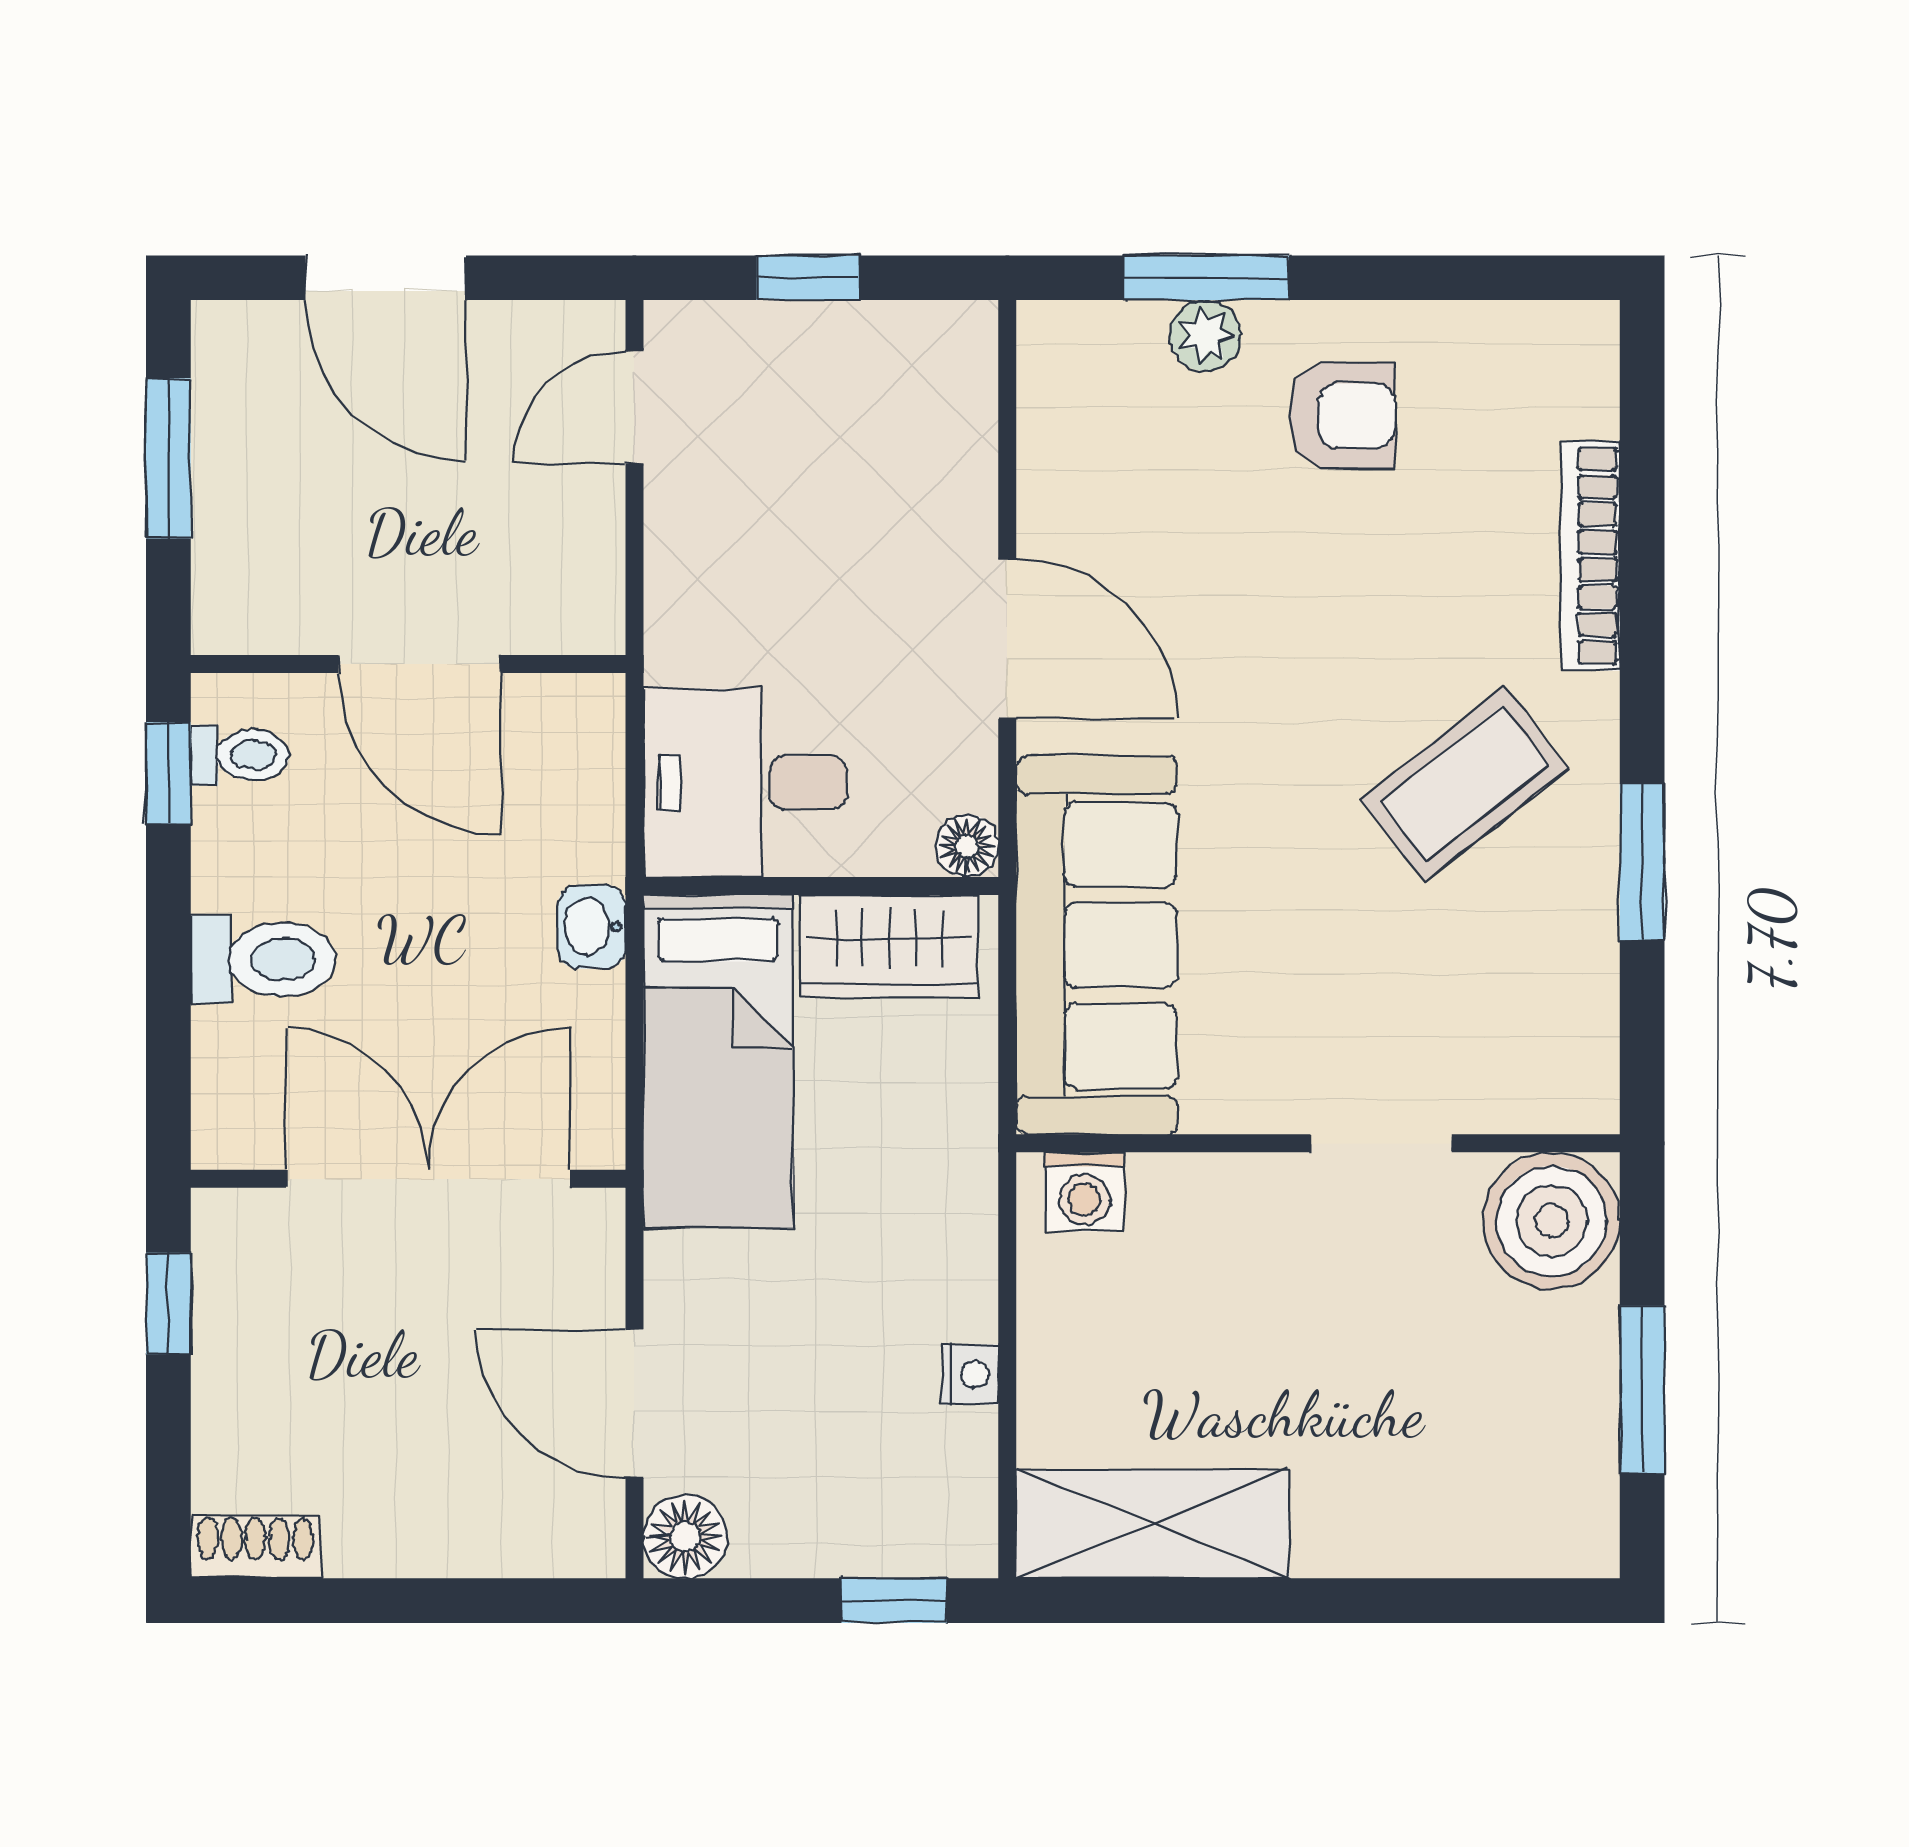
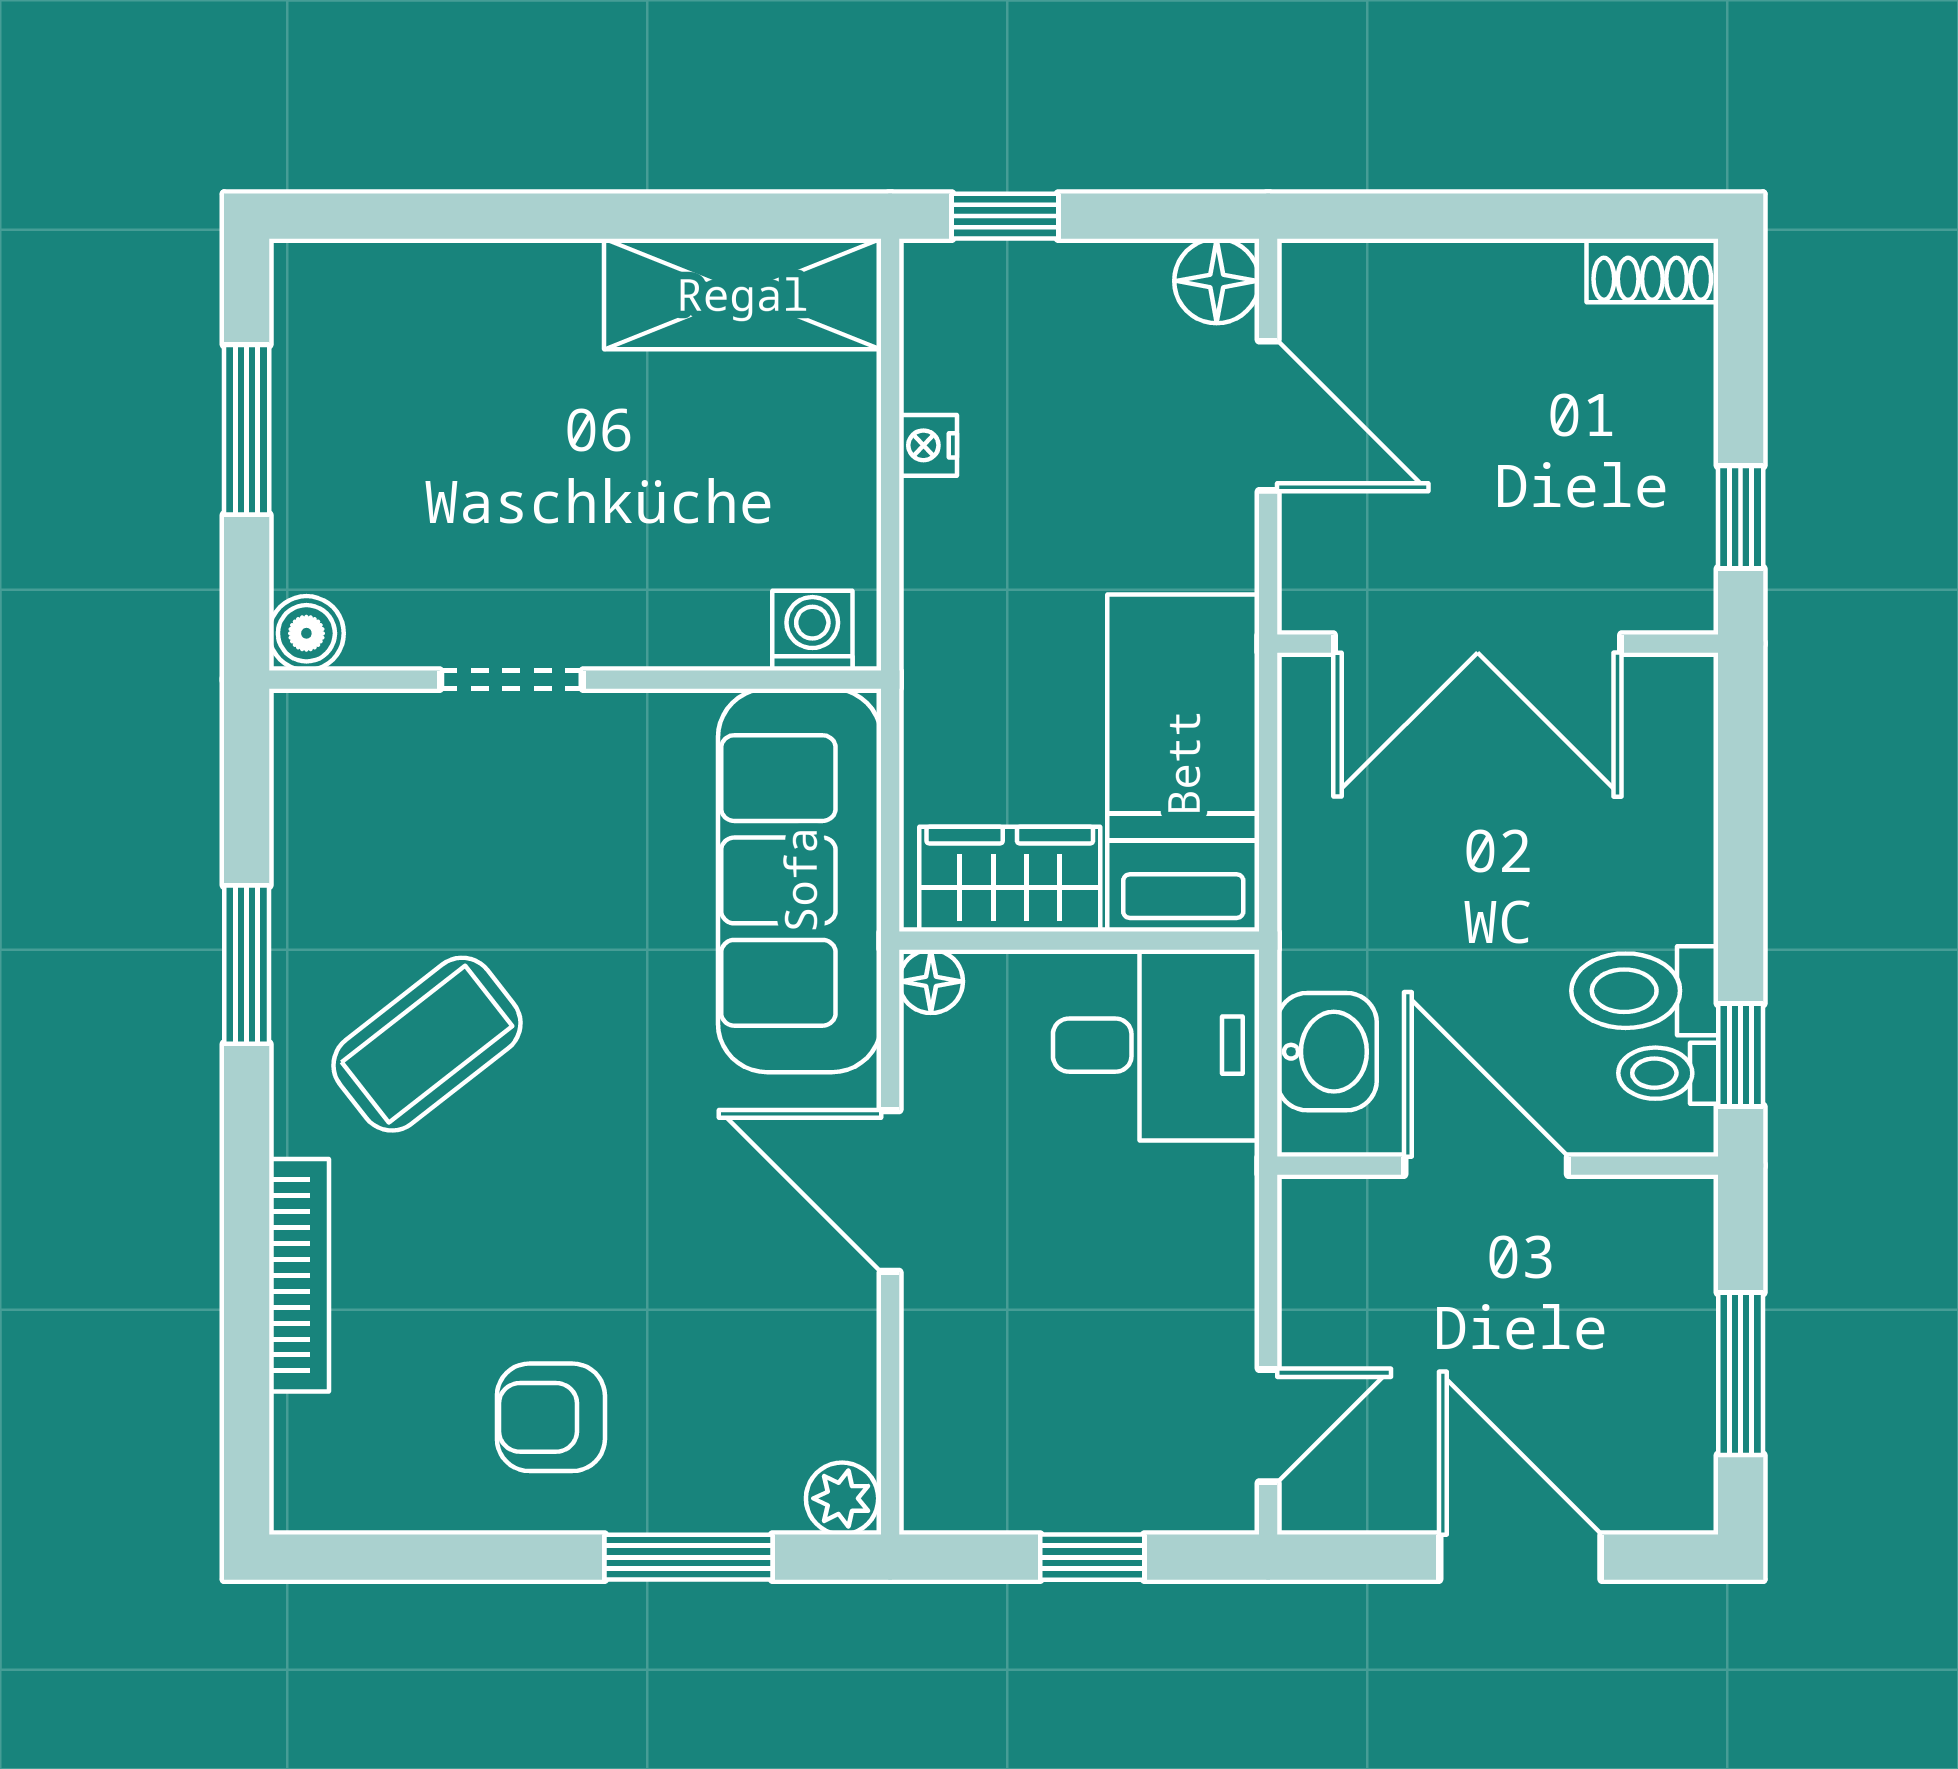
plant: (1205, 335) -> (842, 1498), moved
washbasin: (592, 927) -> (1327, 1052), moved, width x1.38, depth x1.45
toilet: (263, 959) -> (1645, 991), moved
boiler: (1551, 1221) -> (306, 633), width x0.54, depth x0.54

